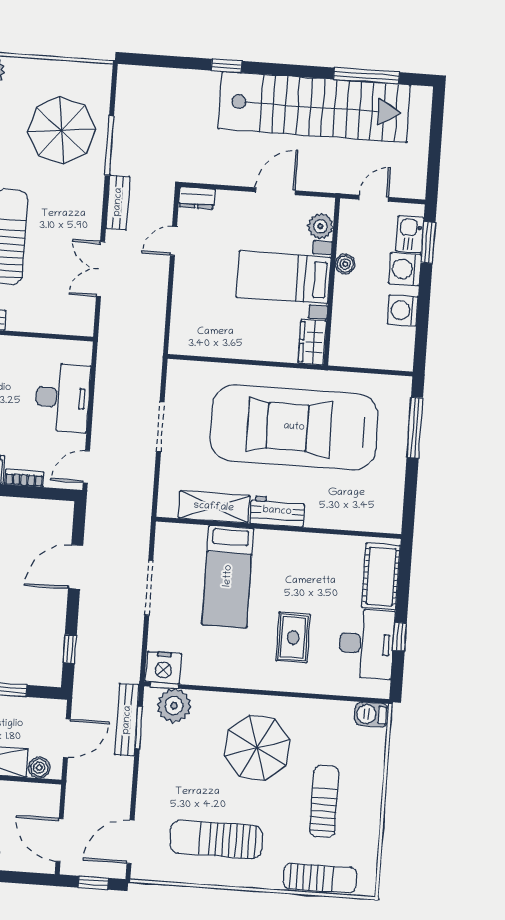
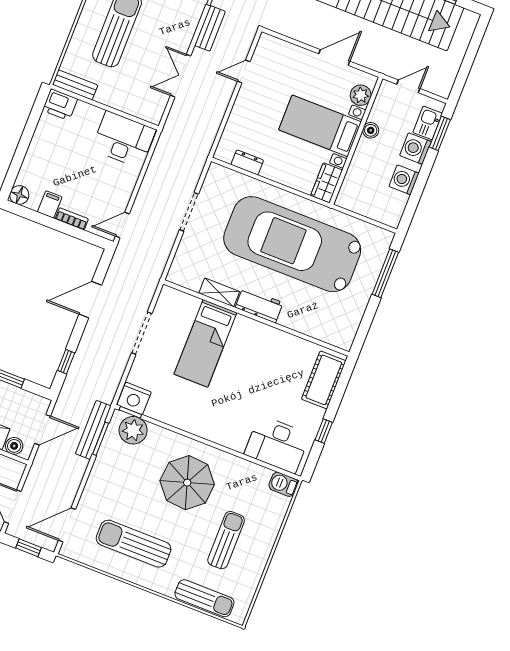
dresser: (197, 198) -> (247, 162), moved, turned 180
desk: (63, 398) -> (124, 139), moved, turned -90
shelving: (214, 507) -> (219, 292), width x0.67, depth x0.75
rug: (293, 637) -> (241, 406), removed
desk: (367, 644) -> (277, 444), moved, turned 90

